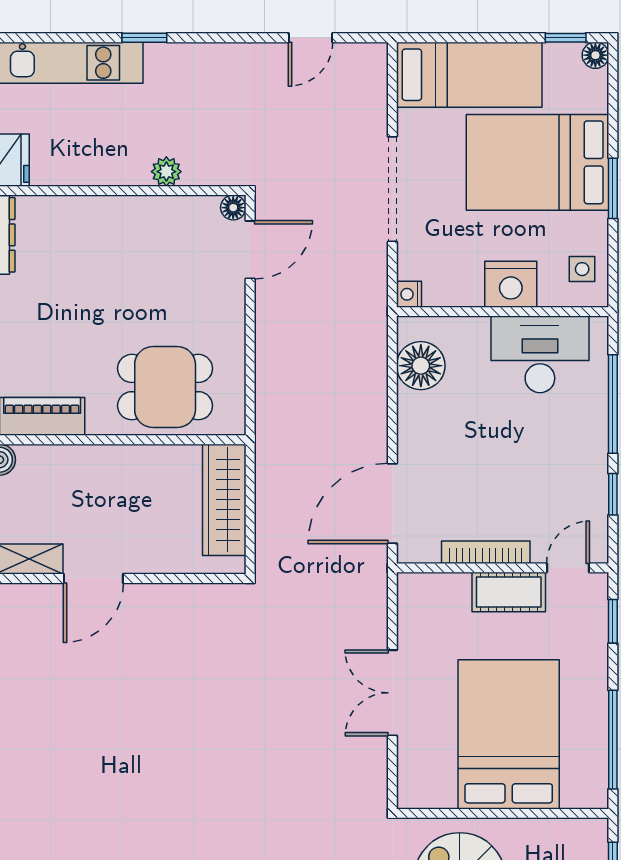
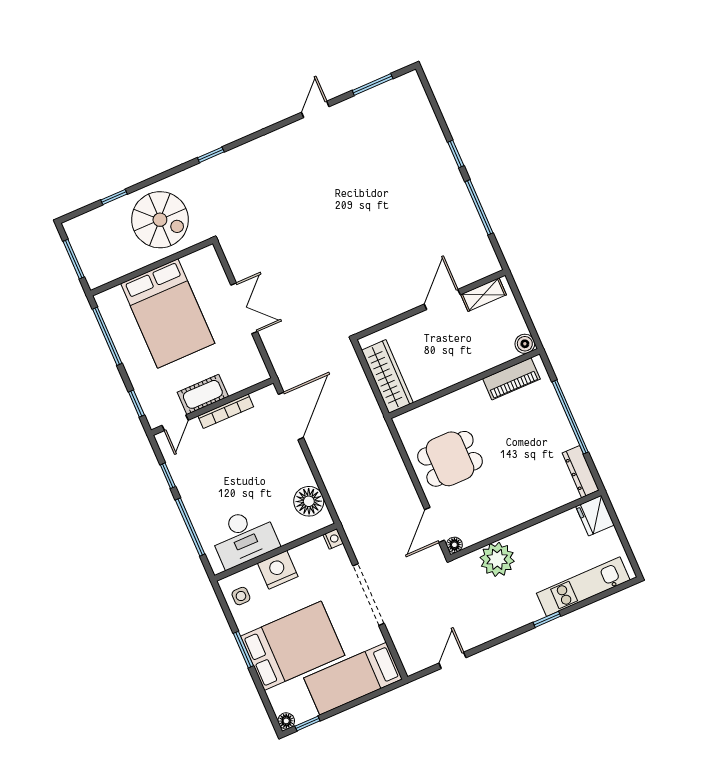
plant: (166, 172) -> (497, 559), width x1.87, depth x1.87
dining table: (165, 387) -> (450, 459), moved

